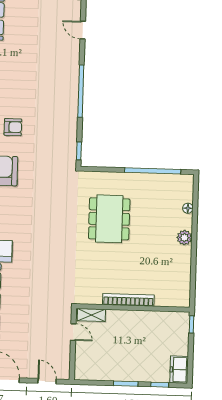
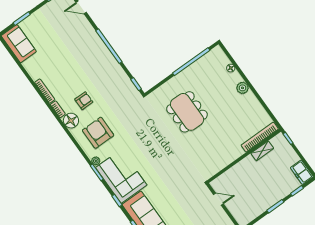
bookcase: (128, 300) -> (260, 137), moved
shelving: (91, 315) -> (262, 151), moved

